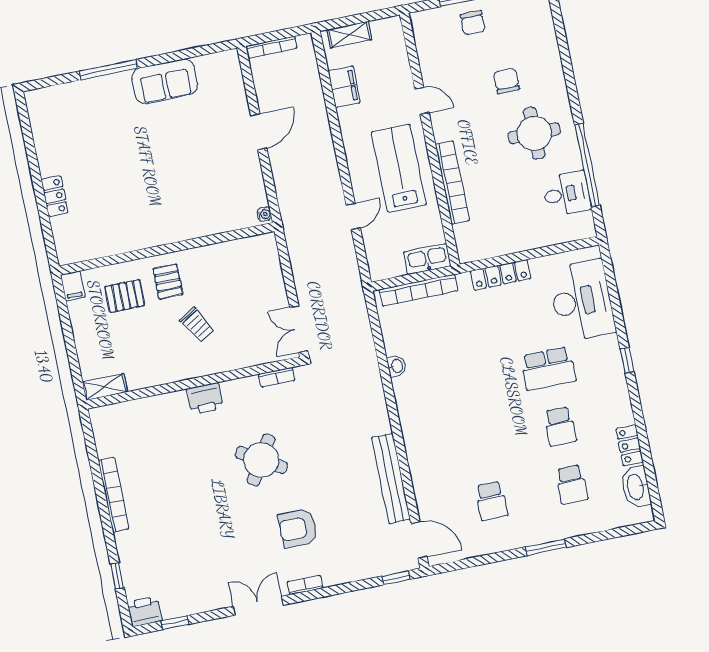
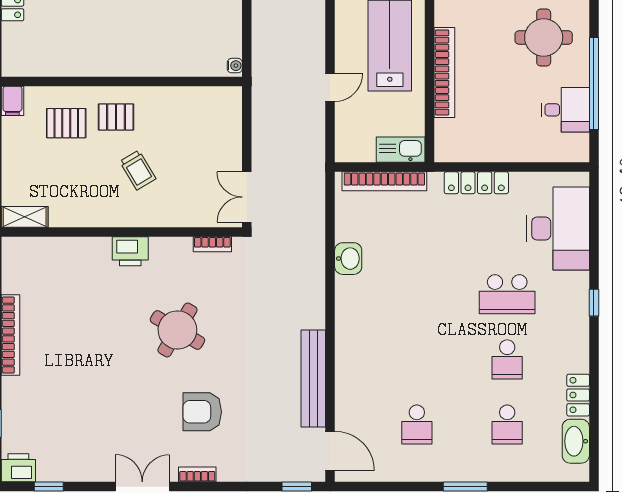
pallet: (168, 281) -> (116, 117), turned 90
washbasin: (397, 366) -> (348, 259), width x1.38, depth x1.45

